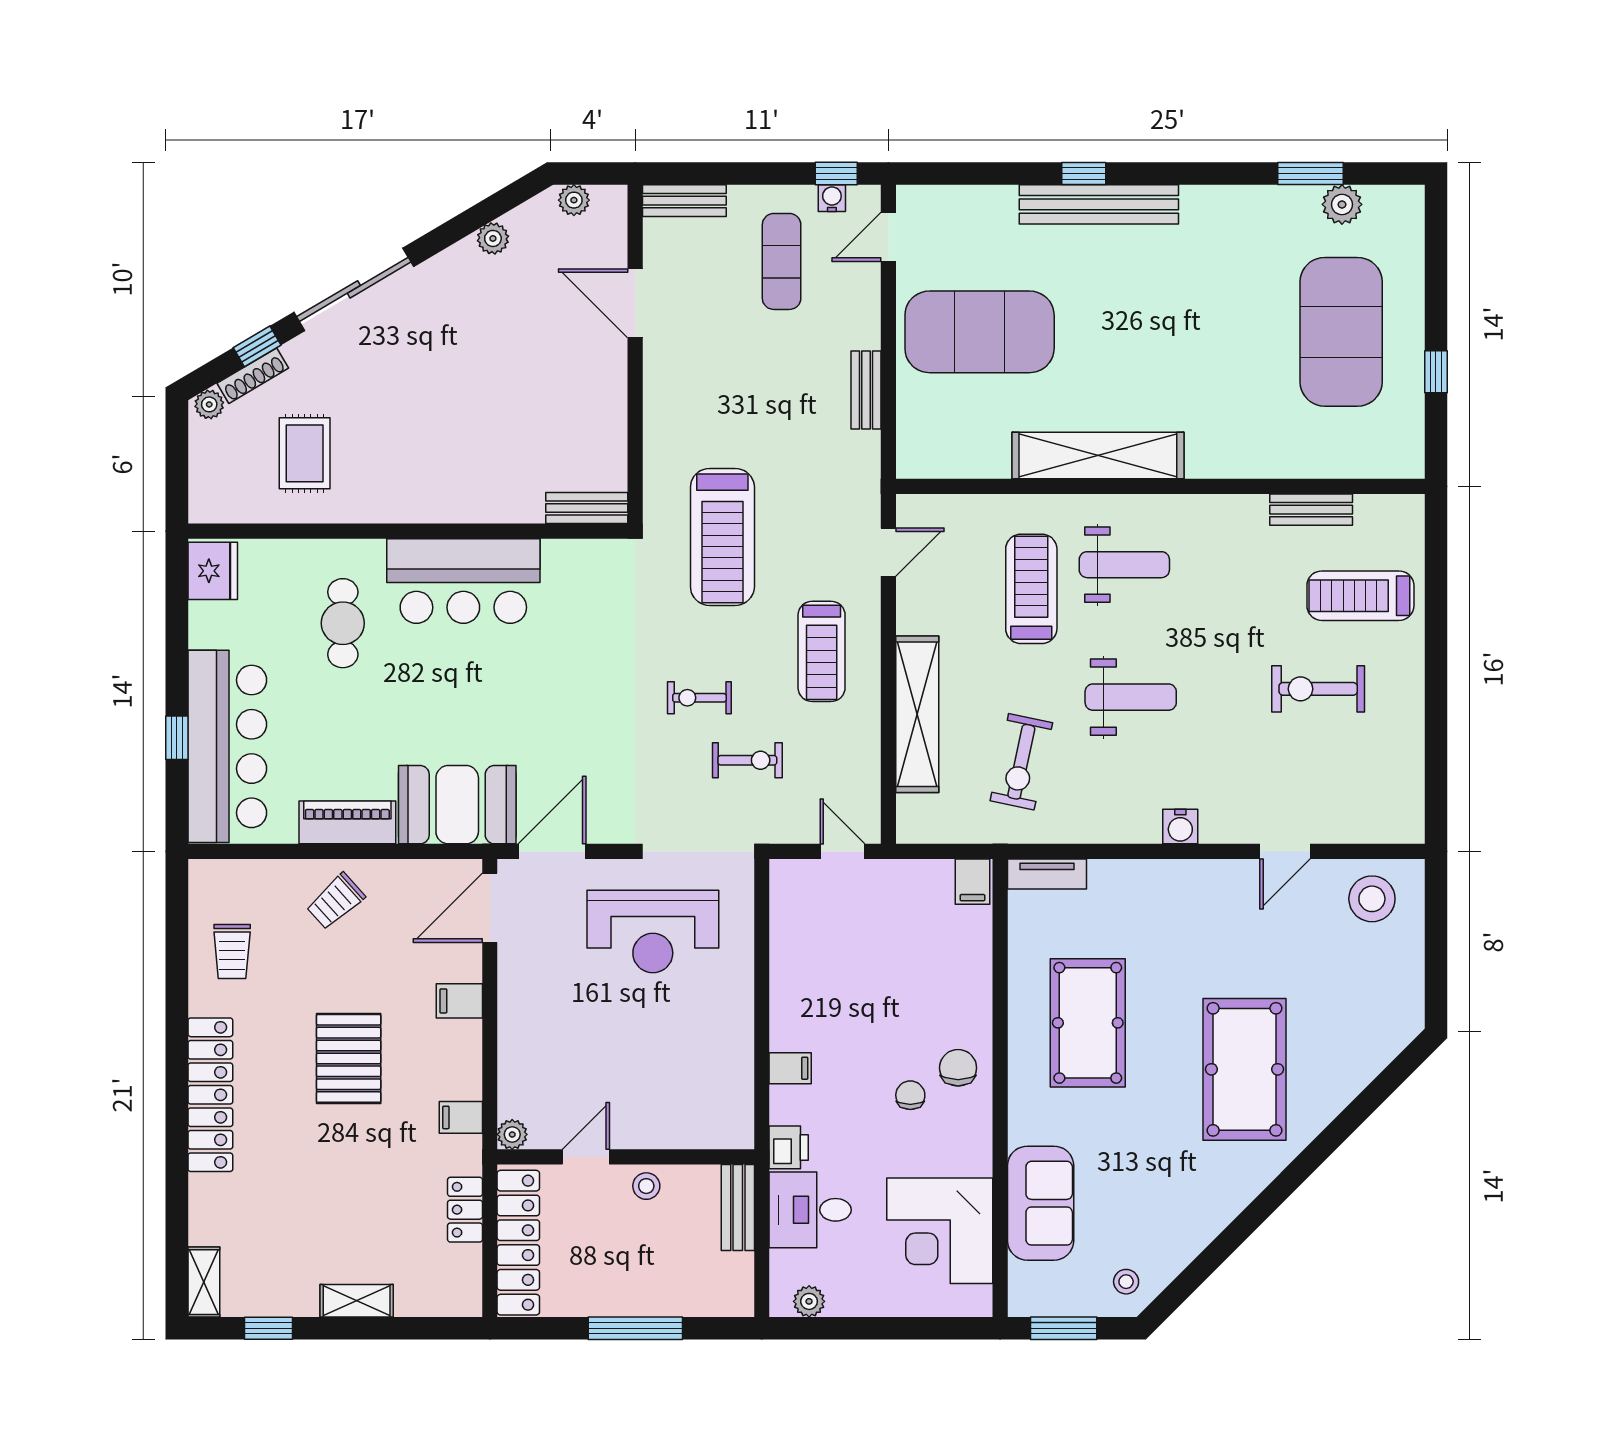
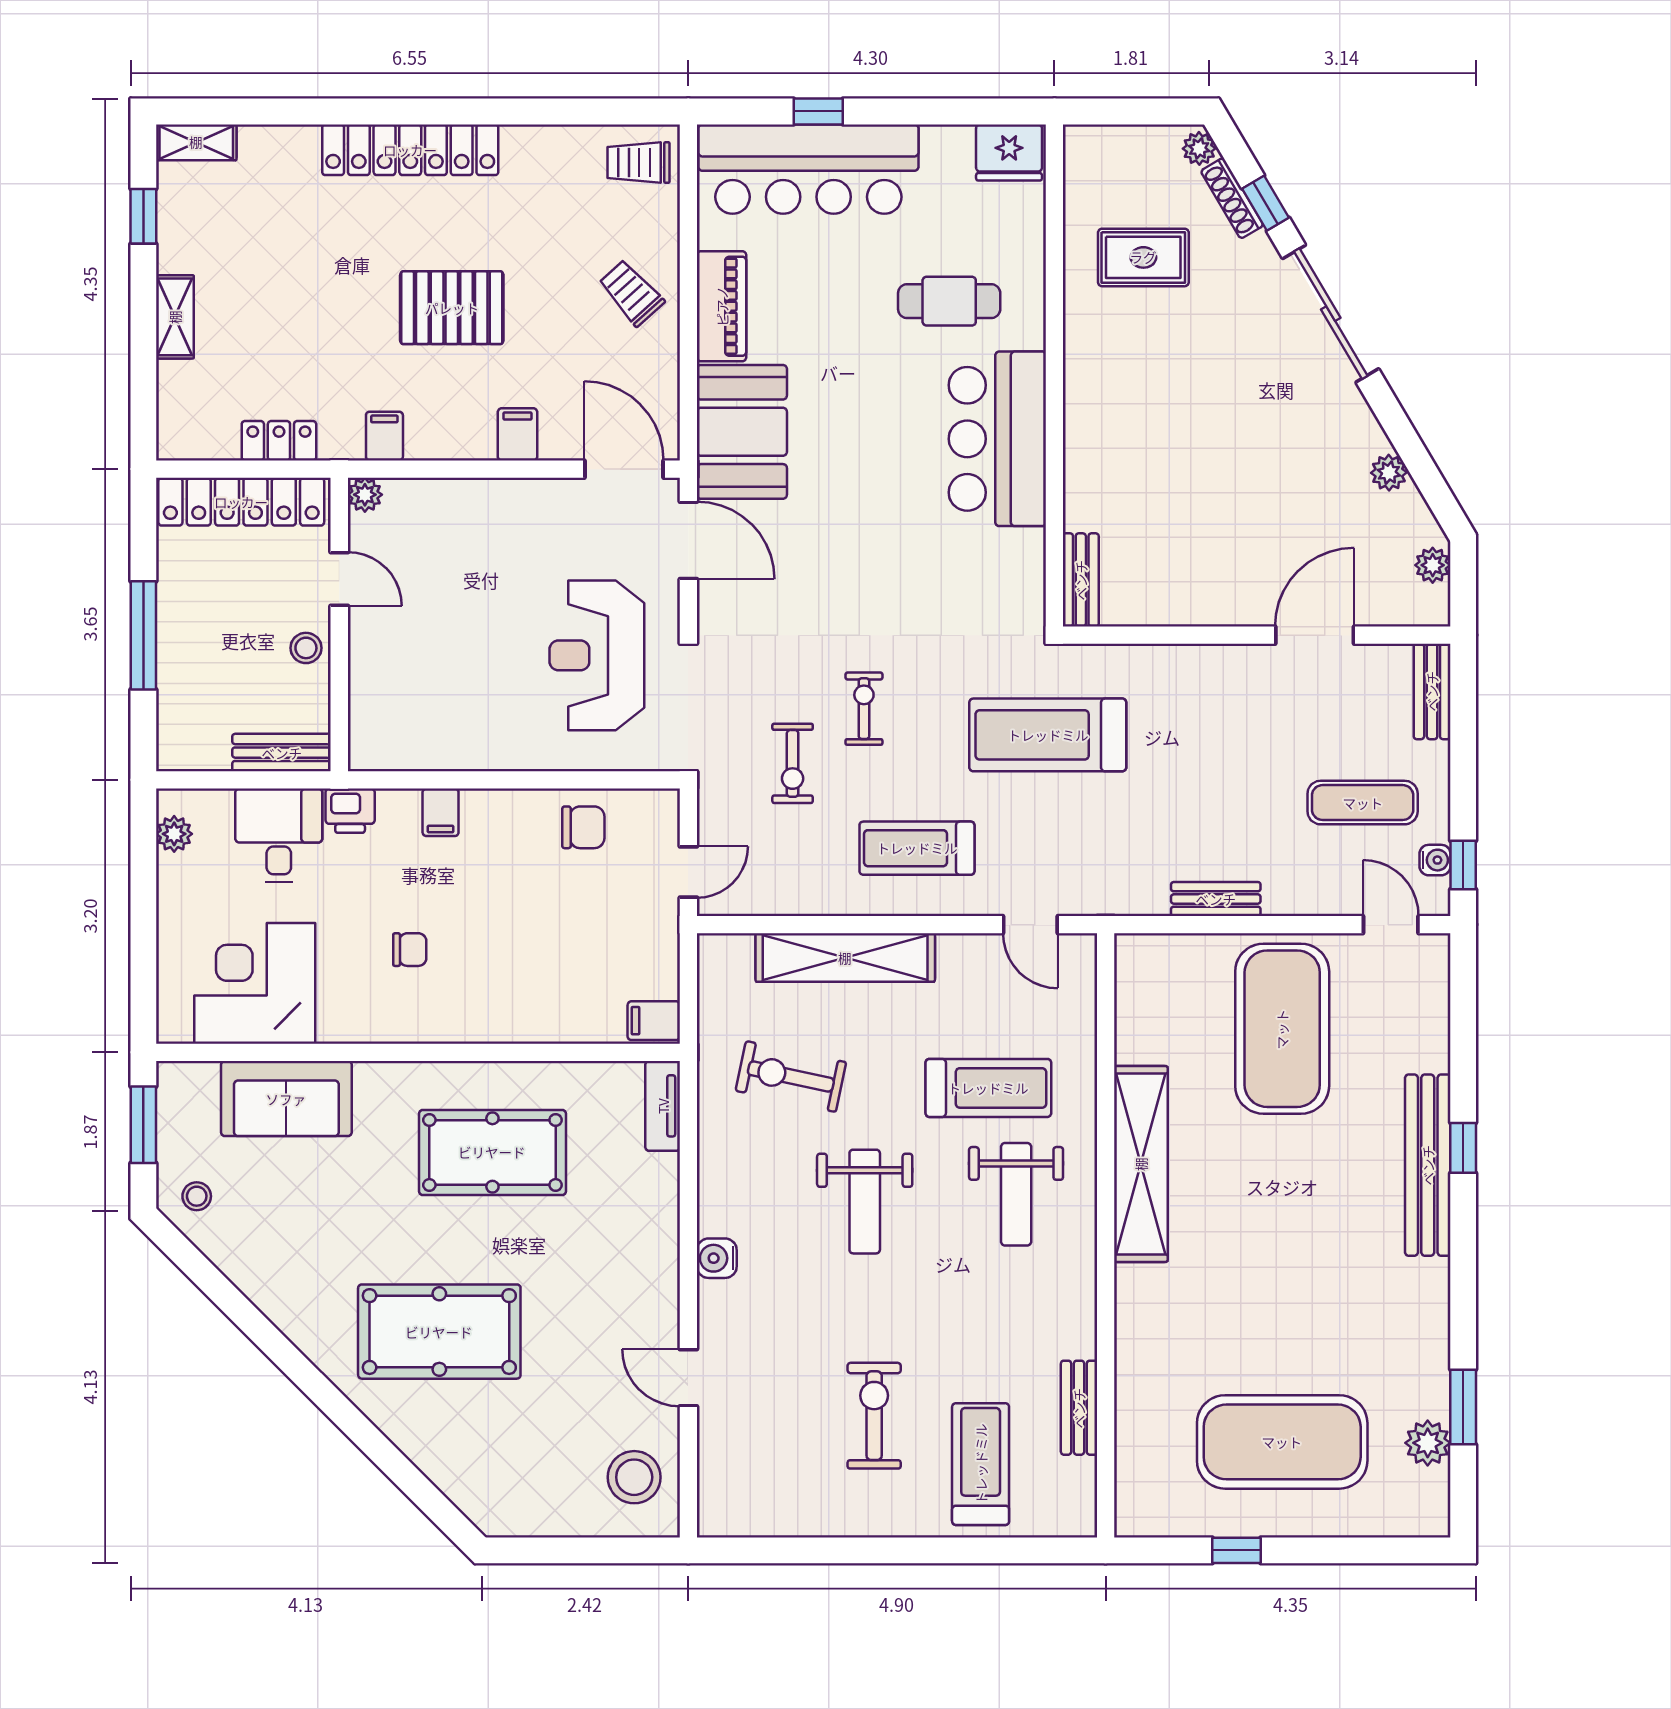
trolley: (232, 951) -> (638, 163), moved
chair: (958, 1068) -> (583, 827), moved

